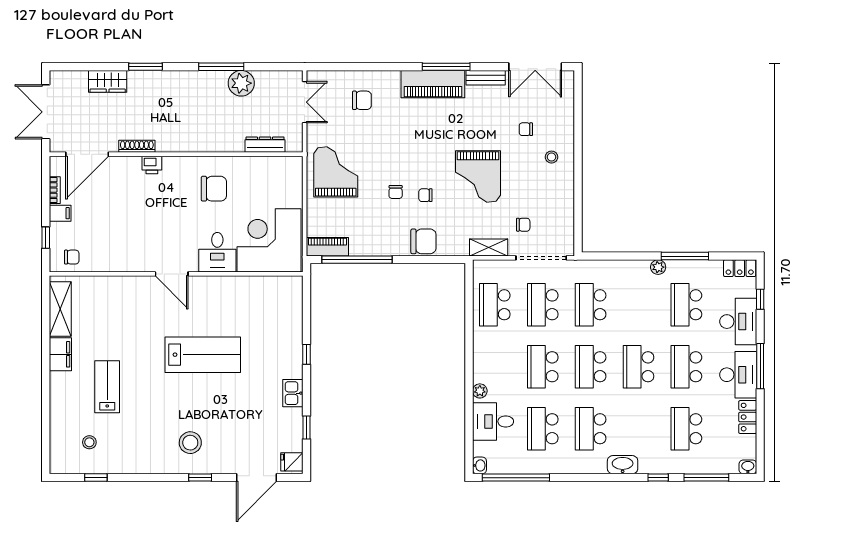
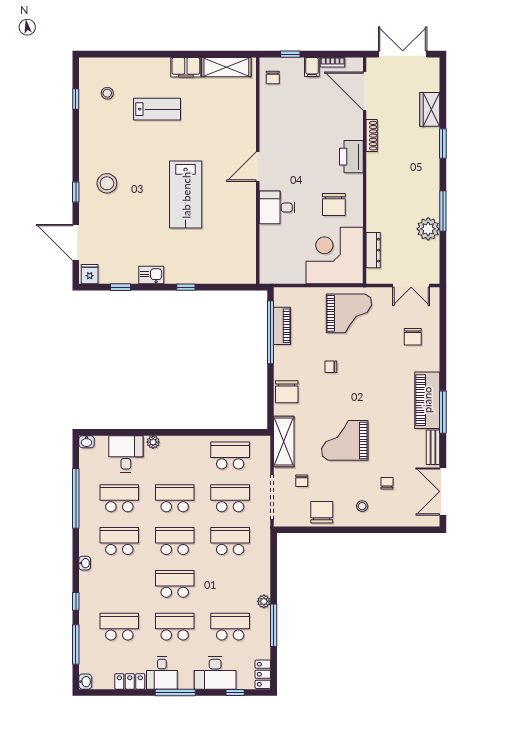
printer: (152, 165) -> (351, 157), width x1.87, depth x1.48
chair: (425, 195) -> (322, 512), moved, width x1.87, depth x1.87
corner desk: (269, 240) -> (335, 256), moved, turned -90
piano: (327, 247) -> (282, 326), moved
shelving: (489, 248) -> (284, 441), width x1.50, depth x1.33
desk: (738, 375) -> (162, 673), width x0.73
washbasin: (623, 465) -> (85, 563), width x0.52, depth x0.69
window: (516, 478) -> (76, 498), moved

